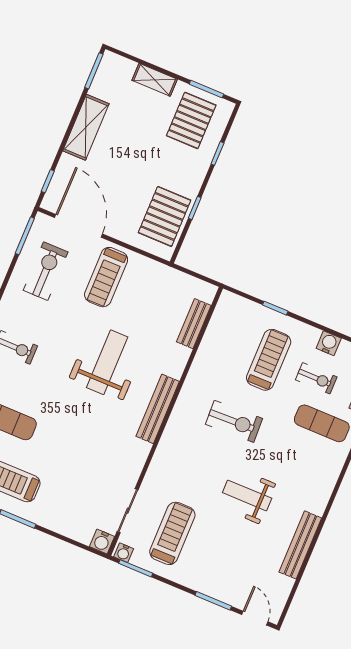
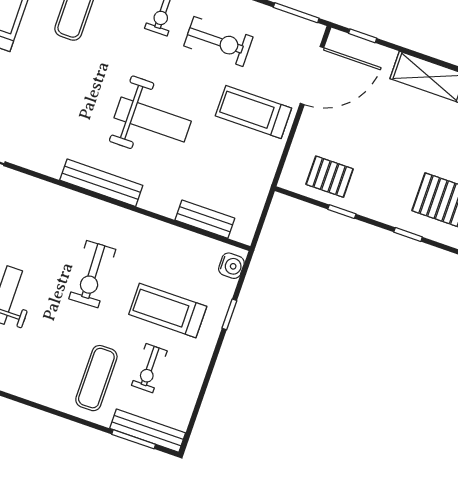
pallet: (165, 216) -> (330, 177), width x0.67, depth x0.71
exercise bike: (46, 271) -> (218, 41), moved
water cooler: (329, 343) -> (231, 266), moved
treadmill: (269, 360) -> (168, 310), turned 180

